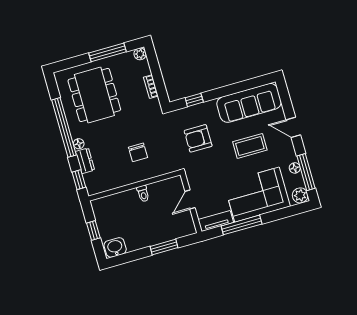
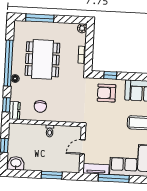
window: (107, 52) -> (40, 18), moved
dining table: (94, 95) -> (42, 59), moved
armchair: (198, 138) -> (106, 93), moved
chair: (138, 152) -> (40, 106), moved
dresser: (85, 161) -> (15, 110), moved

